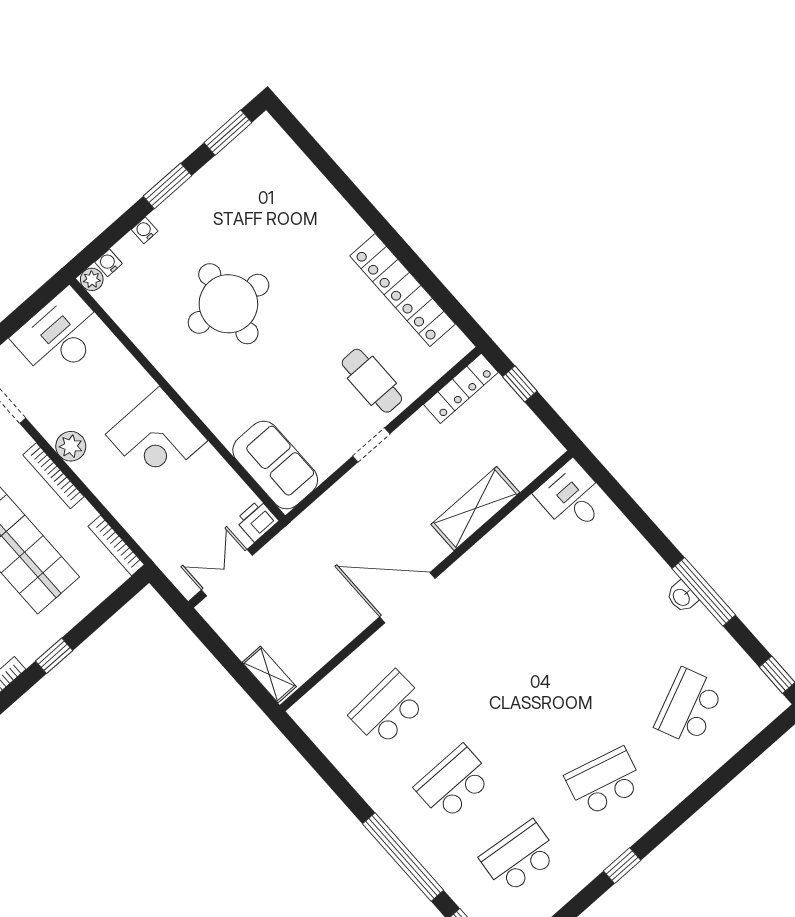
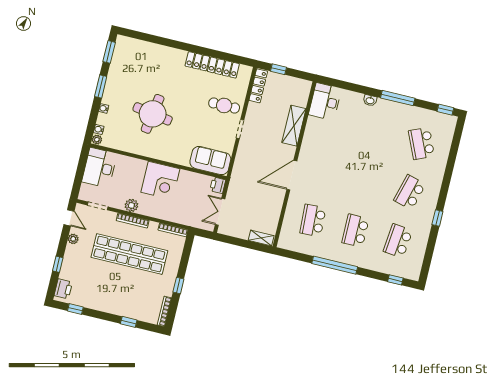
desk: (572, 497) -> (325, 102), width x1.37
washbasin: (682, 597) -> (370, 100), moved
window: (403, 857) -> (335, 265), moved

